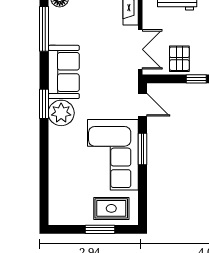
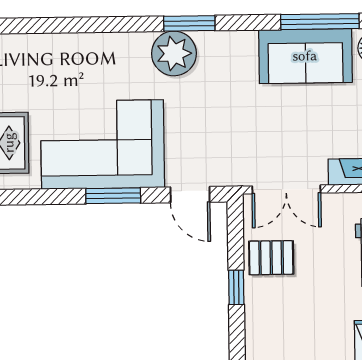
sofa: (64, 72) -> (305, 56), moved
door: (142, 105) -> (190, 195), hinge flipped

